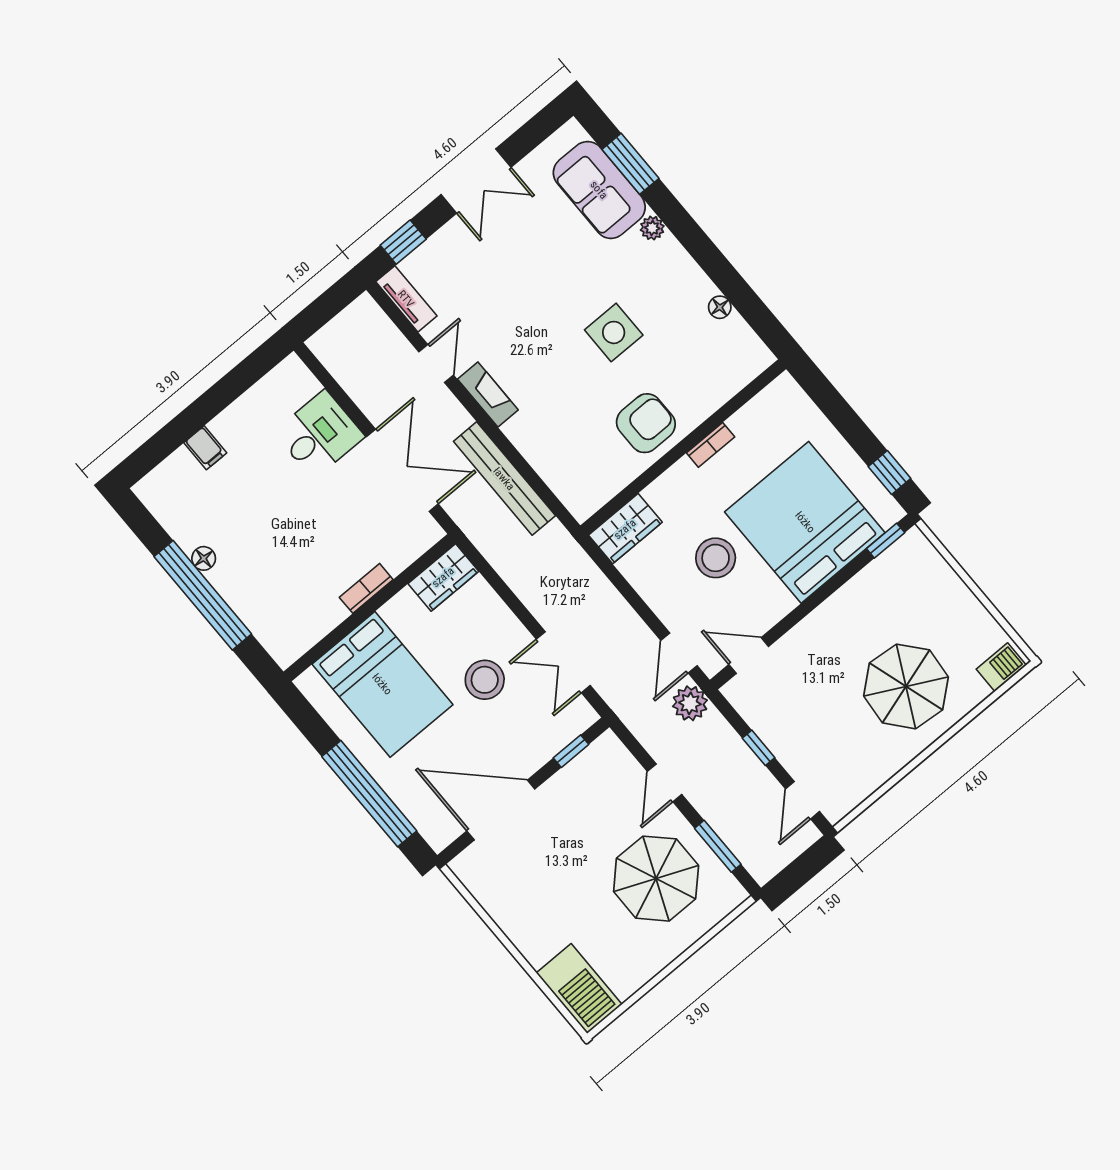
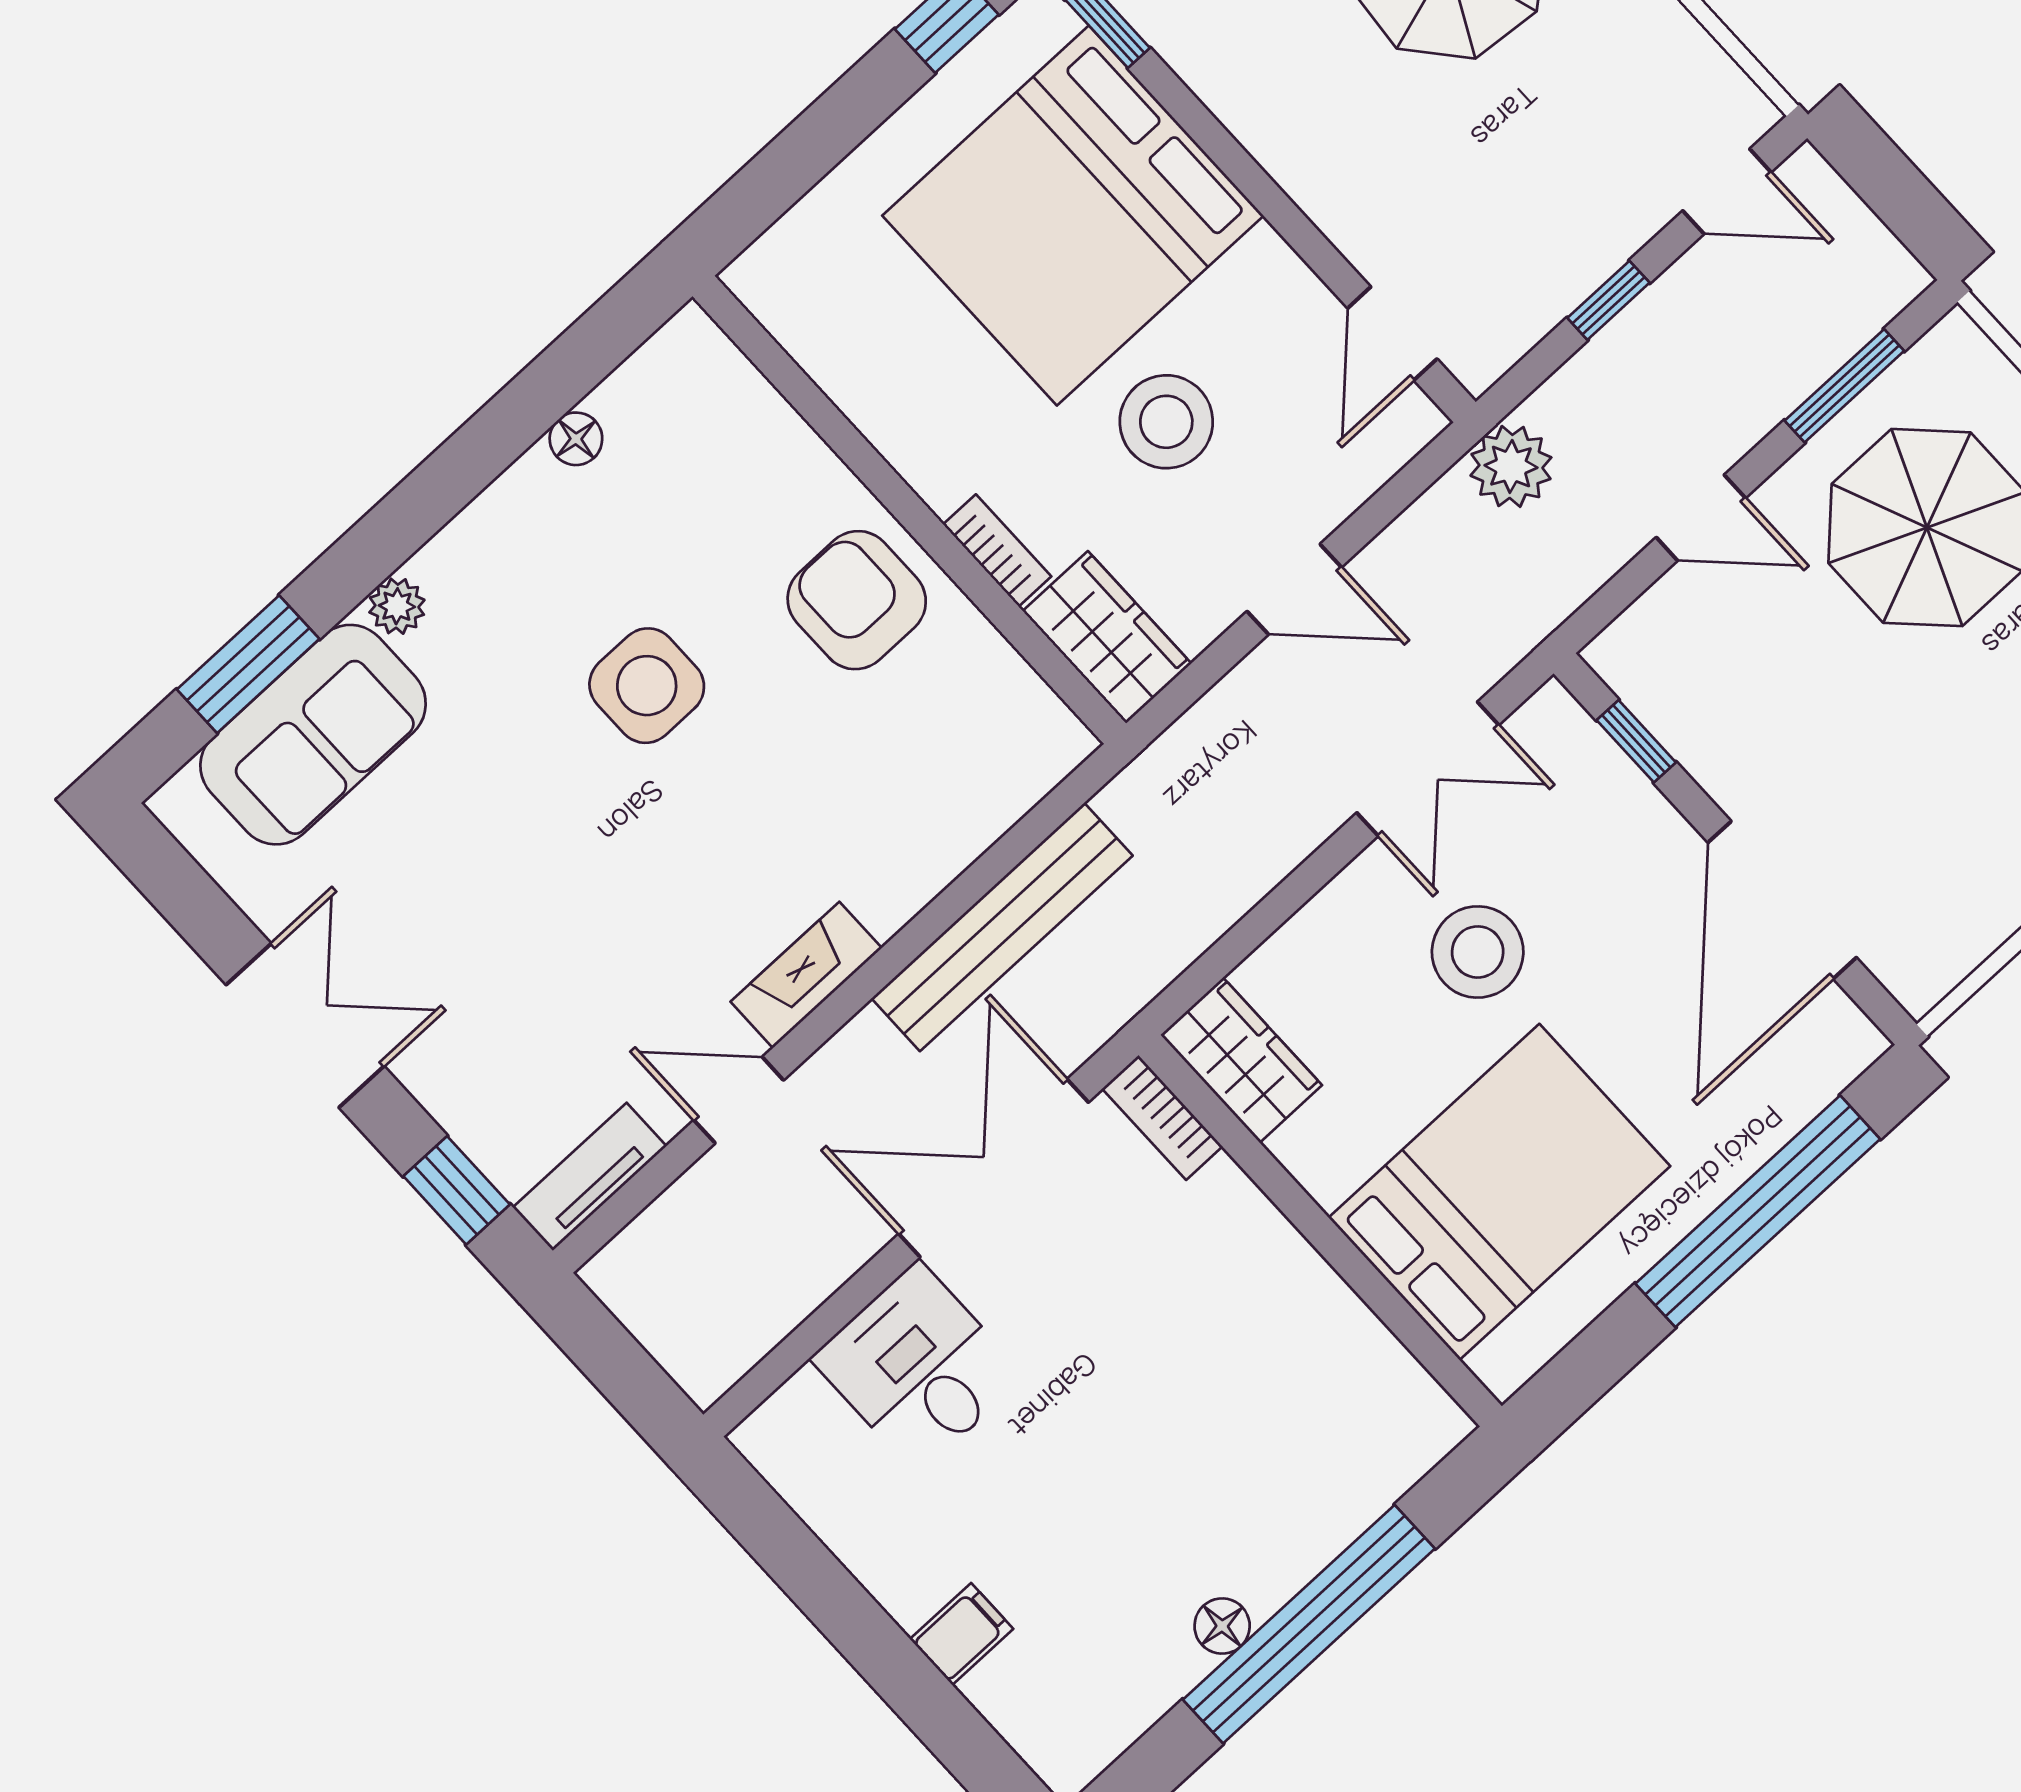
bookcase: (711, 445) -> (997, 550), moved
bookcase: (366, 588) -> (1162, 1118), moved
door: (679, 653) -> (1294, 589), moved

